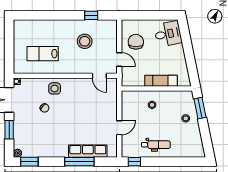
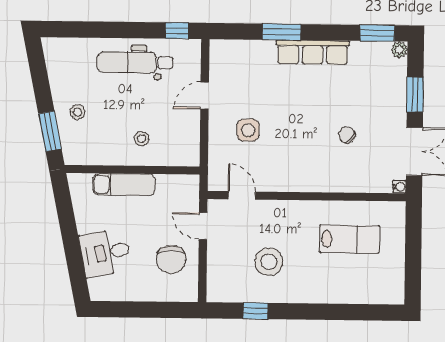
desk: (168, 34) -> (105, 253), moved
side table: (55, 88) -> (248, 130), moved
dental chair: (156, 145) -> (135, 62), width x1.36, depth x1.38
row of seats: (88, 151) -> (313, 52), moved
window: (79, 162) -> (282, 32), width x0.69

